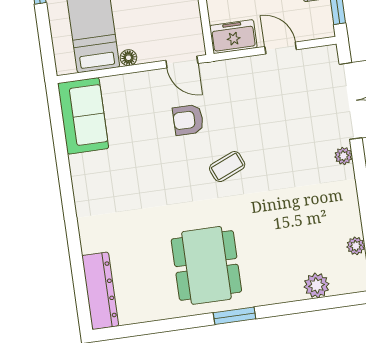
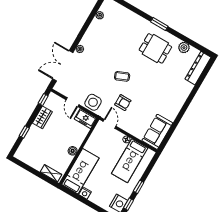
side table: (243, 77) -> (93, 102), added
dining table: (206, 265) -> (155, 48), width x0.73
plant: (317, 285) -> (184, 48), moved

